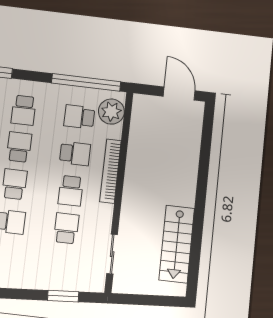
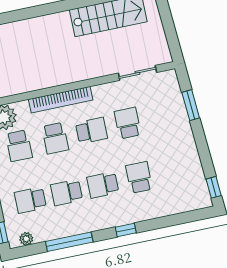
school desk: (24, 110) -> (30, 200), turned 180
school desk: (75, 154) -> (55, 138), turned 180
school desk: (66, 228) -> (128, 123), turned 90

